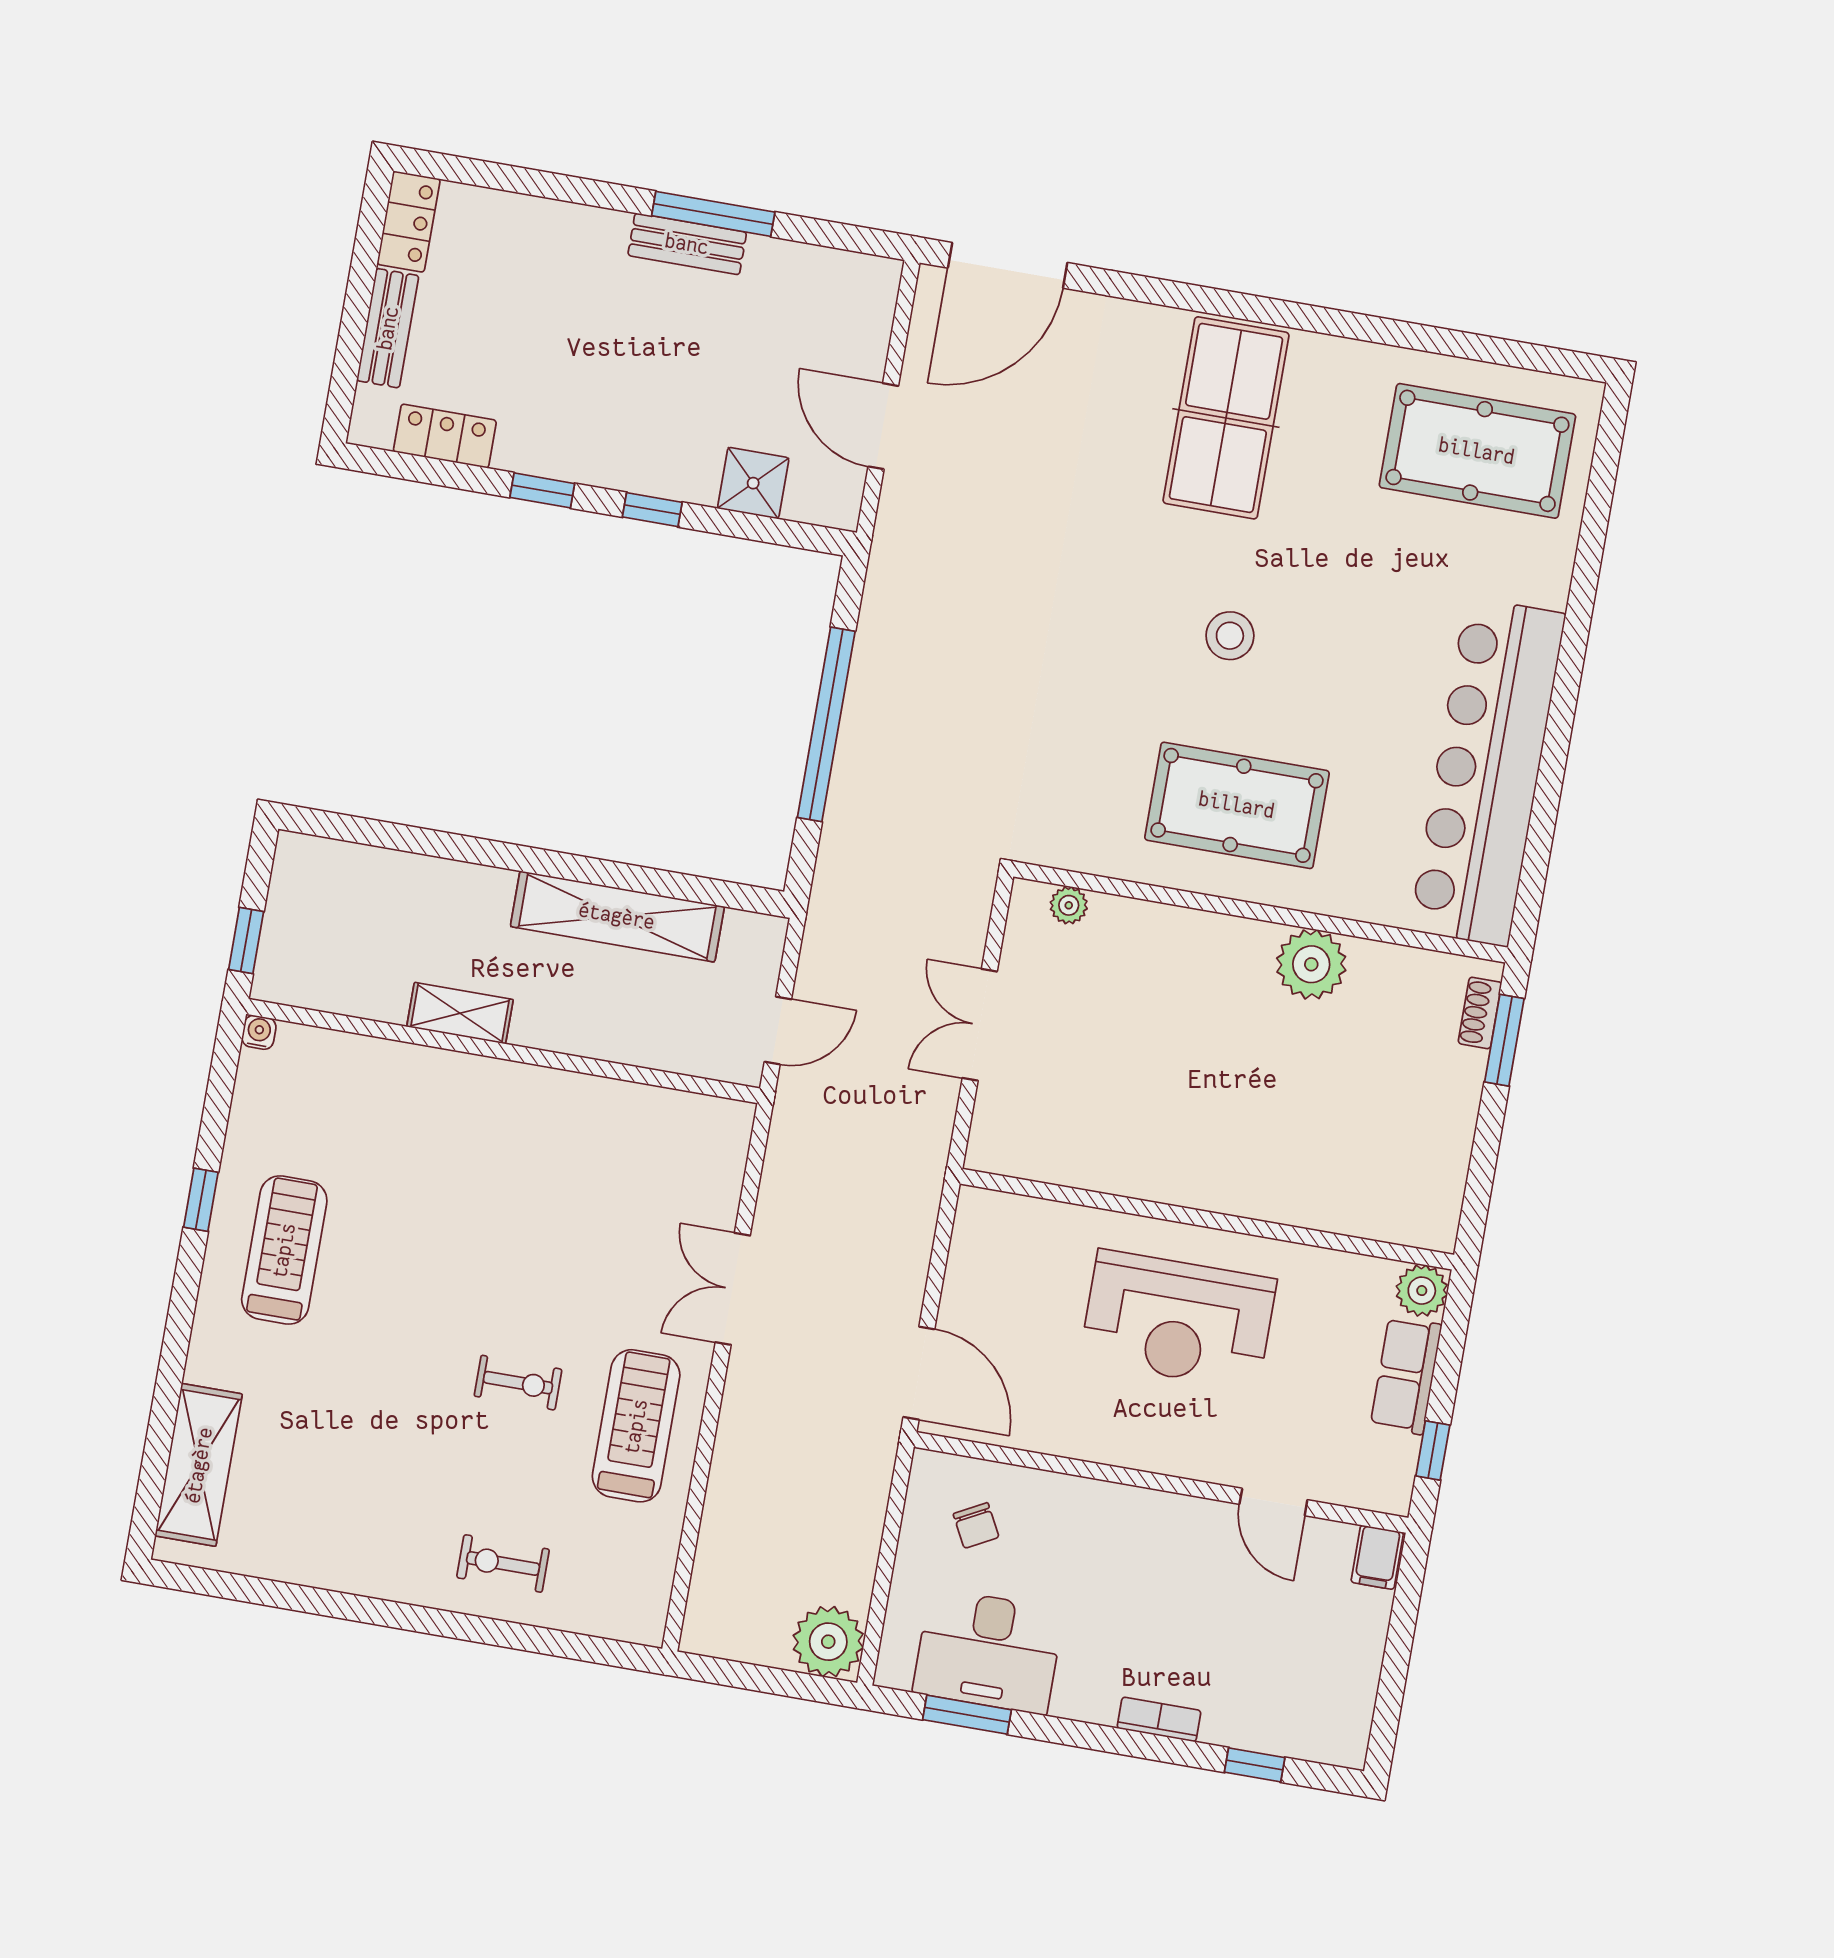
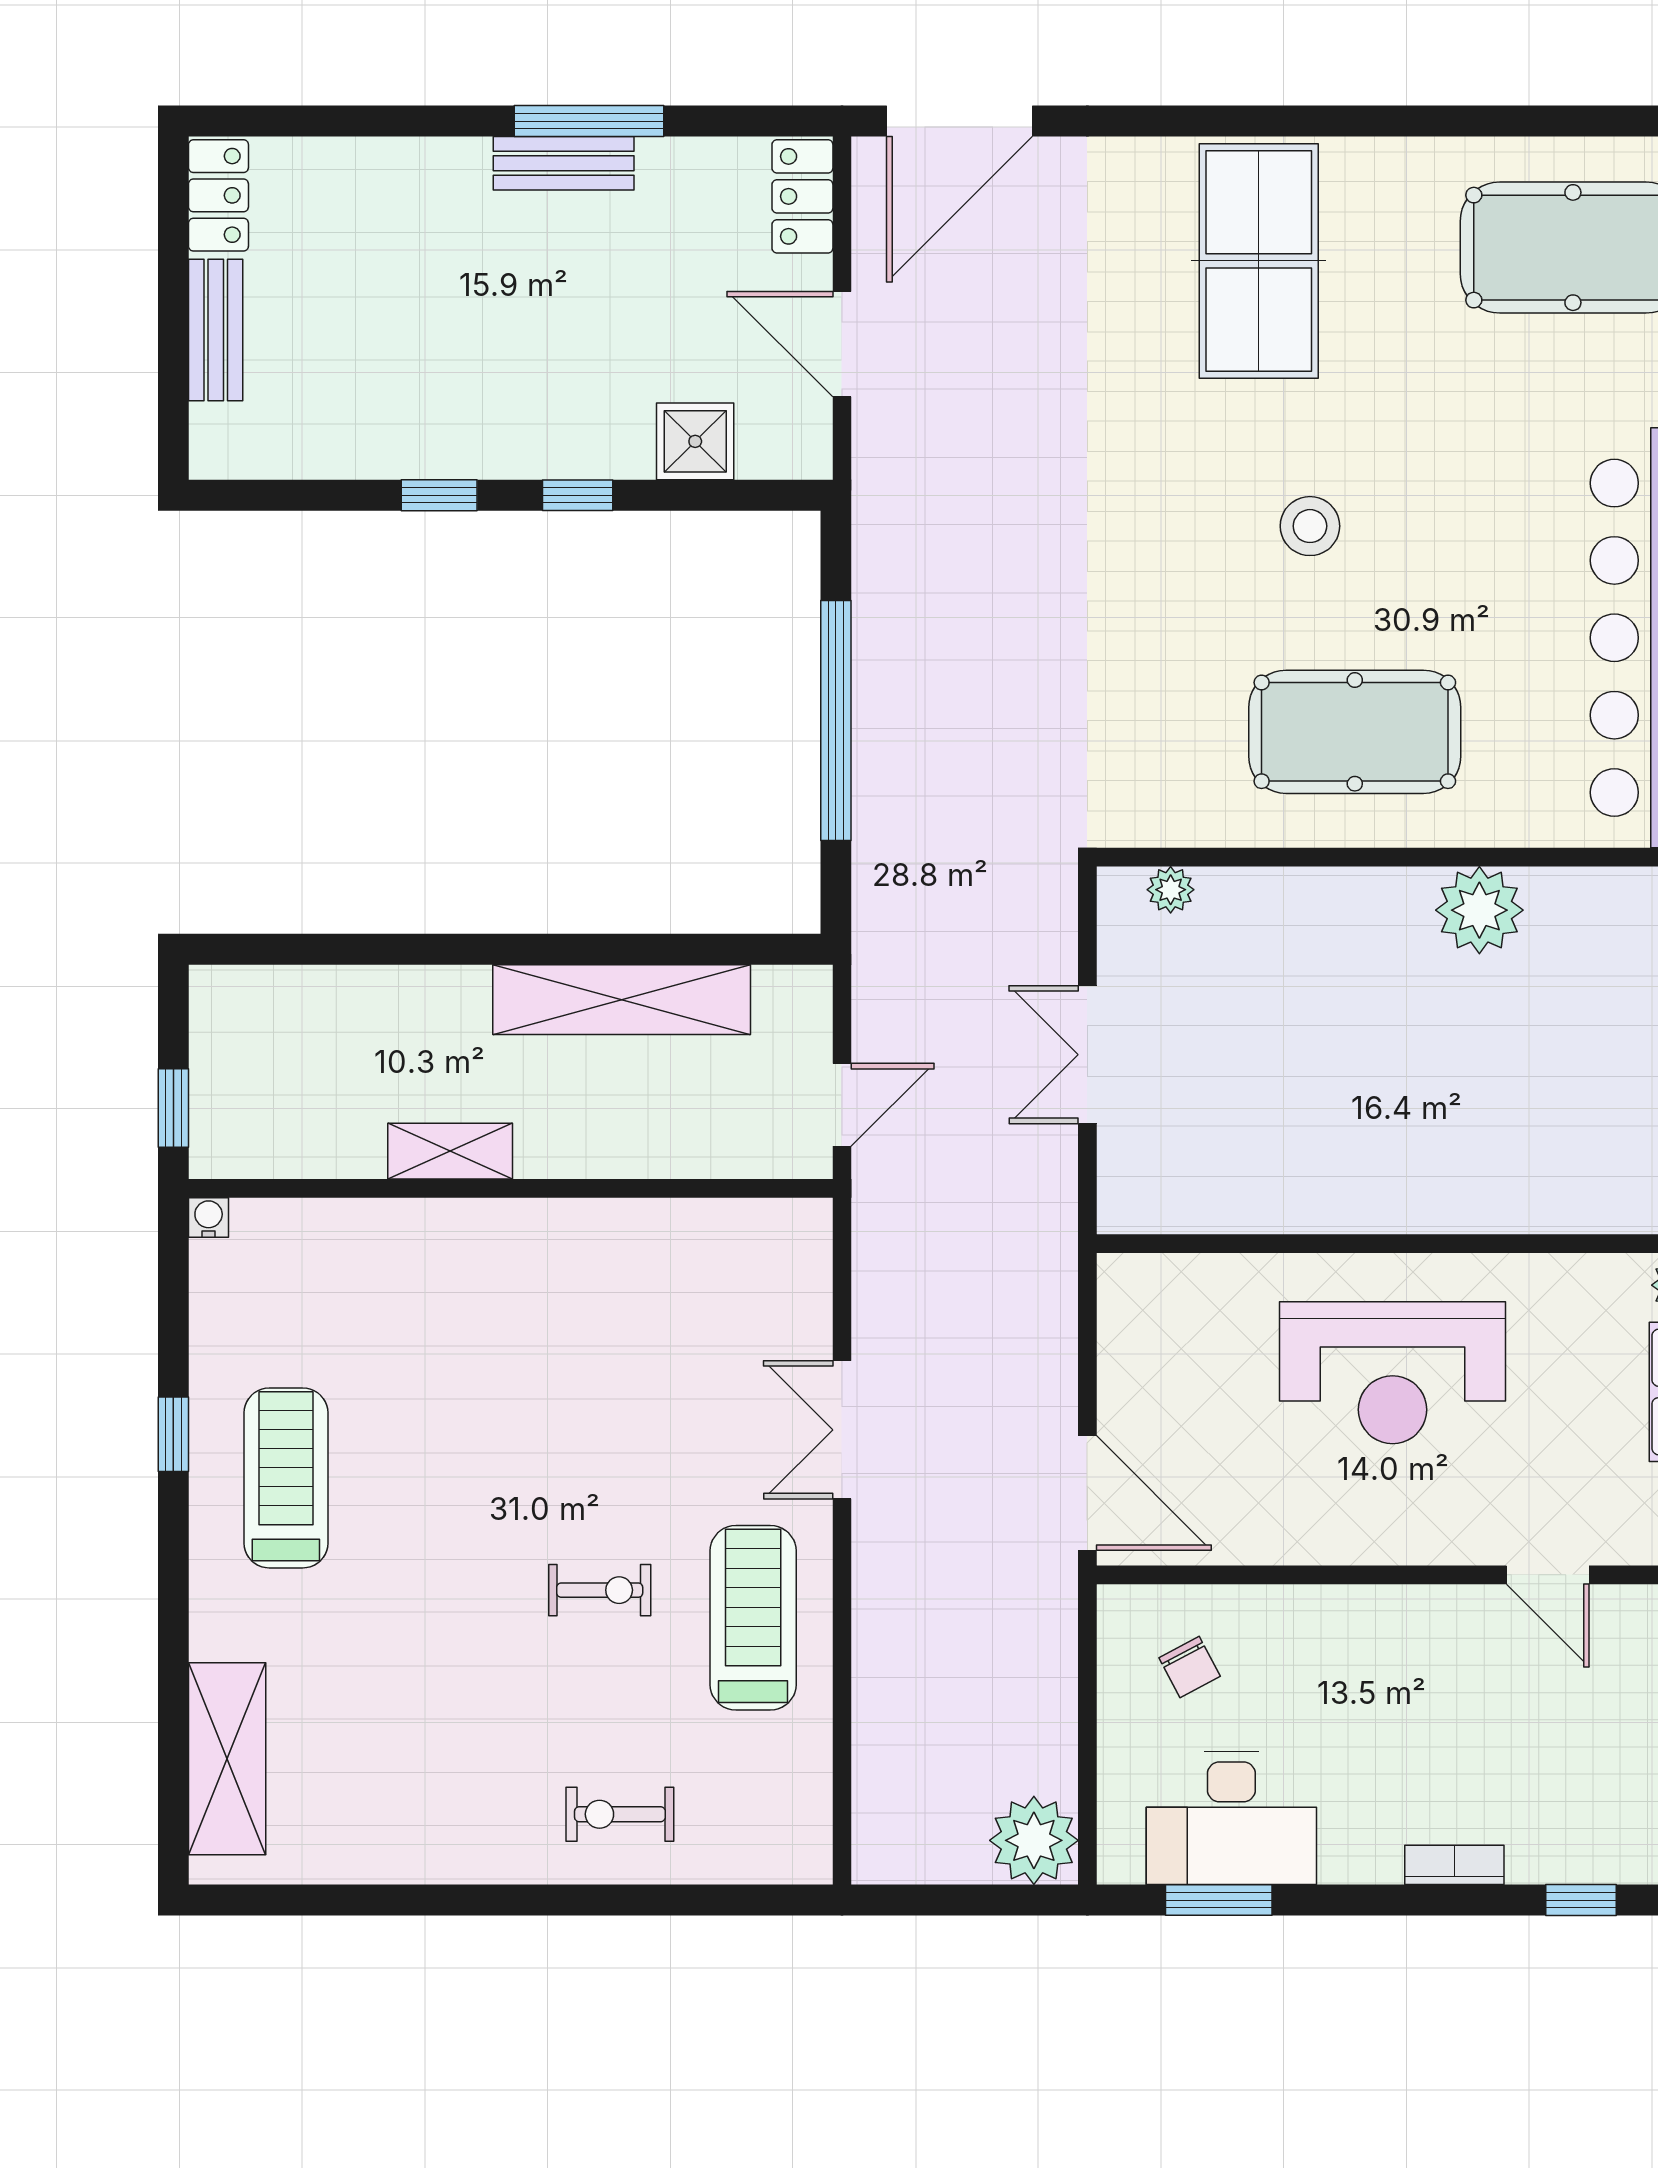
locker: (445, 436) -> (802, 196), moved, turned -90

